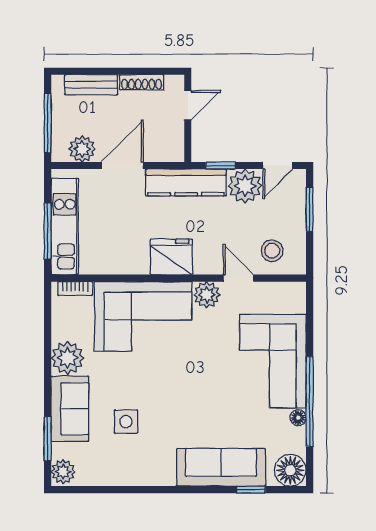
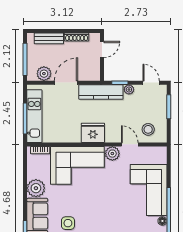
door: (278, 166) -> (151, 83), swing flipped
plant: (245, 186) -> (129, 90), width x0.53, depth x0.53

